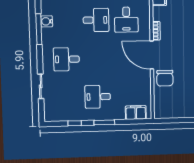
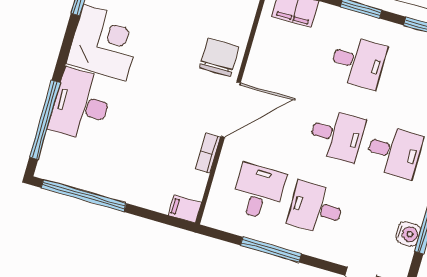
door: (152, 55) -> (231, 109), hinge flipped
desk: (97, 59) -> (337, 135), added

